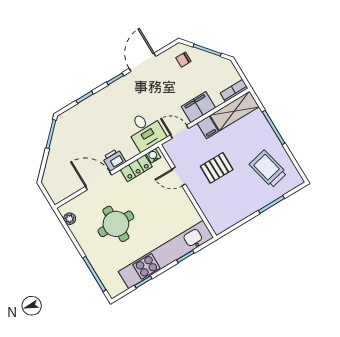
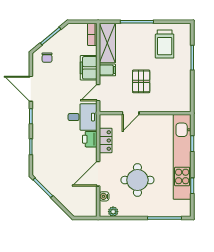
water cooler: (153, 156) -> (104, 196), moved
printer: (114, 160) -> (90, 139), moved
trolley: (268, 169) -> (165, 44), turned -77

